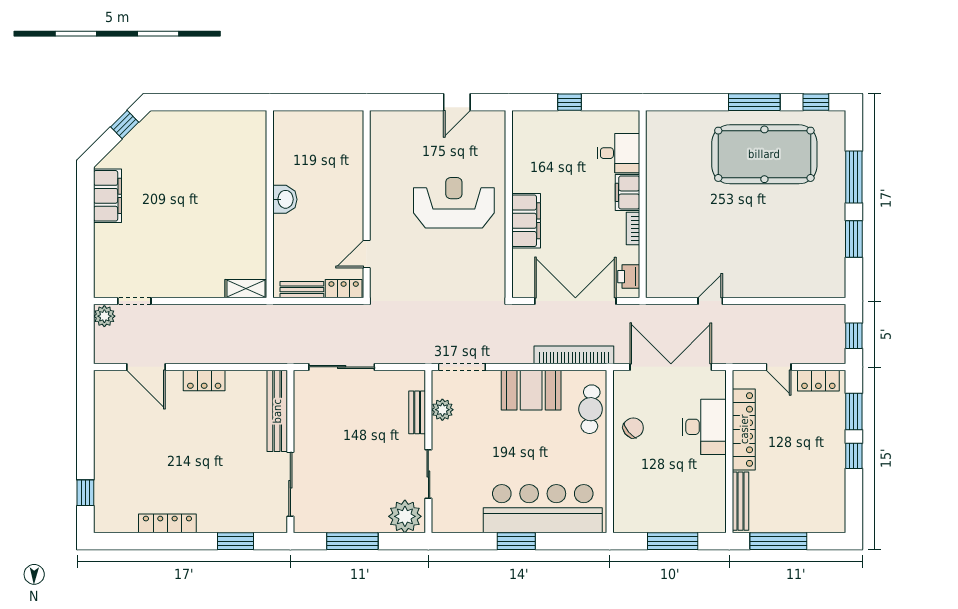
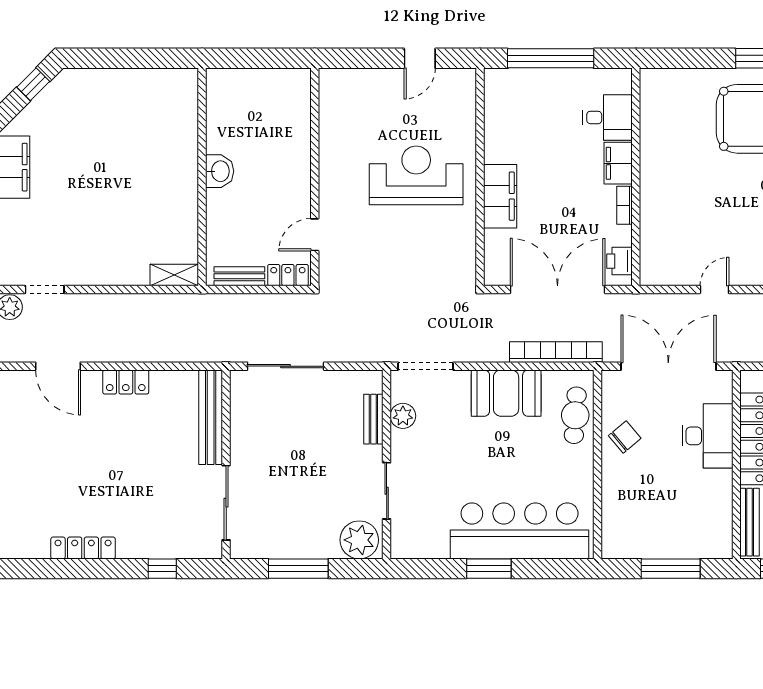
window: (570, 102) -> (551, 58), width x3.17
window: (236, 541) -> (162, 569), width x0.67

